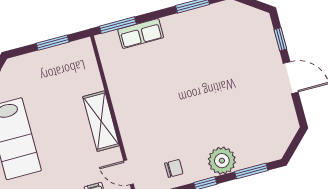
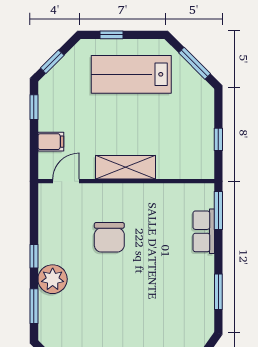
window: (53, 43) -> (218, 139), width x0.67
chair: (174, 168) -> (109, 237), moved, width x1.87, depth x1.87

